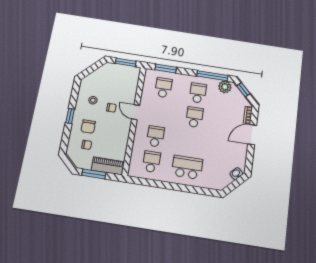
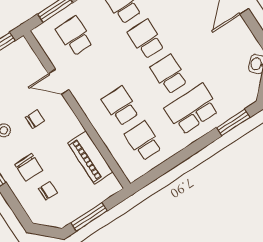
door: (136, 112) -> (59, 82), moved
school desk: (191, 142) -> (169, 74), added
piano: (108, 166) -> (90, 157), moved, turned -90
window: (201, 191) -> (233, 122), added

